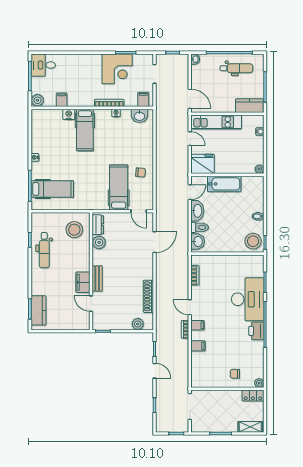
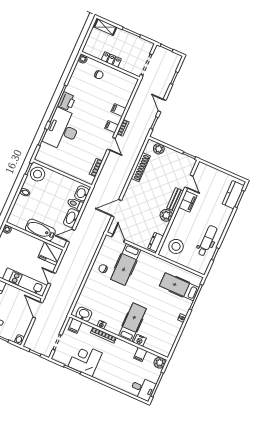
plant: (99, 242) -> (166, 215), moved
locker: (253, 396) -> (111, 59), moved

